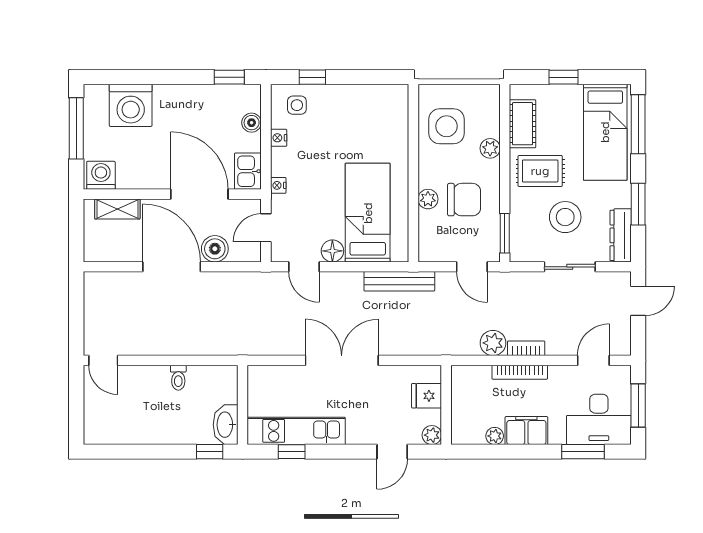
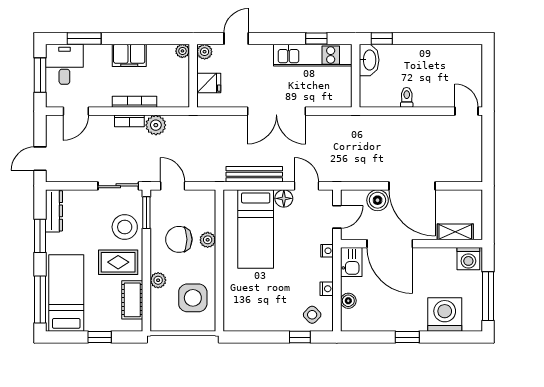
window: (229, 77) -> (407, 337), moved
side table: (297, 105) -> (312, 315), turned 45
stool: (565, 217) -> (125, 227), moved
sliding door: (570, 267) -> (118, 186), moved
bench: (399, 281) -> (254, 174), moved
desk: (599, 419) -> (64, 64), width x0.73
plant: (495, 436) -> (182, 51), moved

